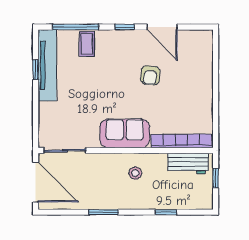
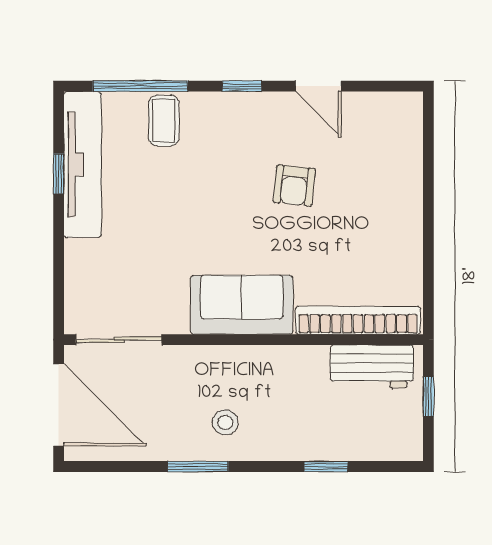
door: (162, 27) -> (318, 86), width x0.73
stool: (135, 173) -> (225, 422), moved

